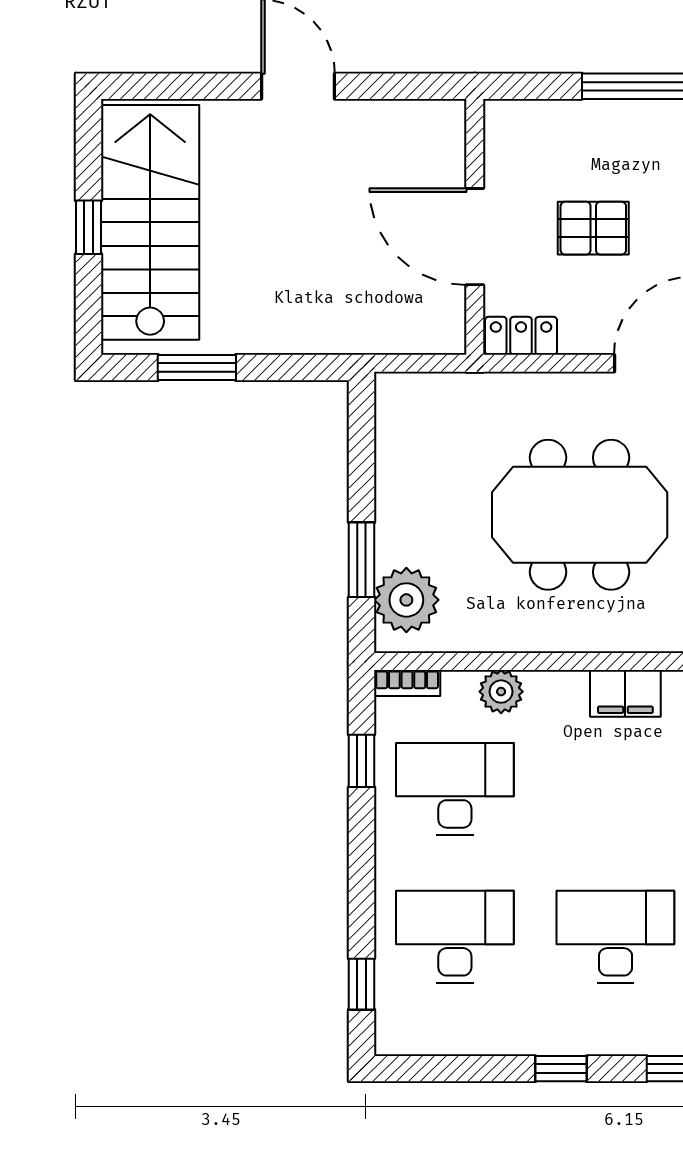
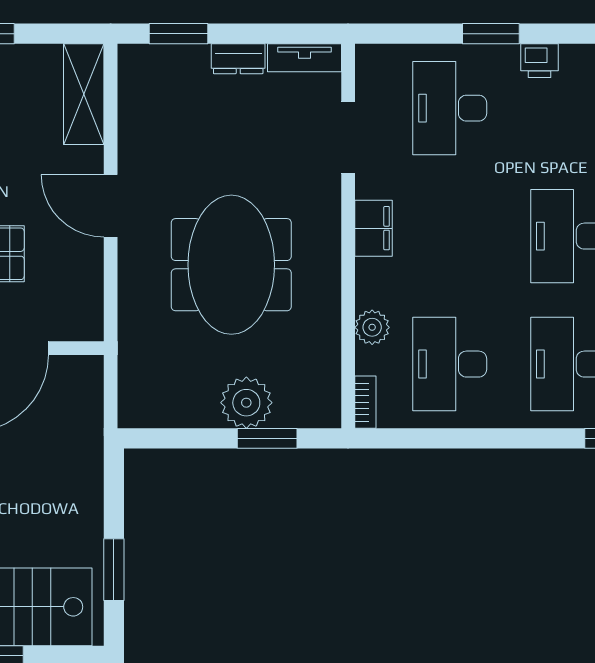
locker: (521, 336) -> (89, 311), removed
plant: (406, 600) -> (246, 403), moved
window: (361, 761) -> (427, 438), removed

